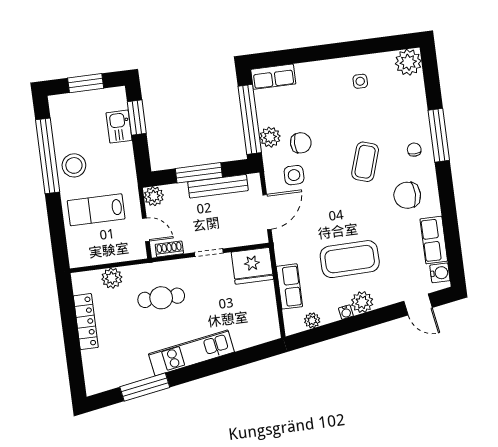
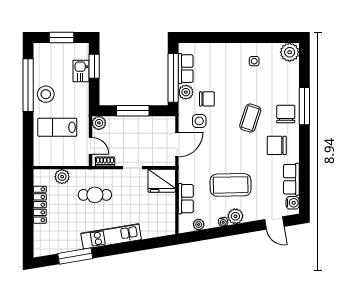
row of seats: (273, 77) -> (186, 69), moved, turned -90
chair: (414, 150) -> (286, 114), width x1.87, depth x1.87
bench: (218, 186) -> (145, 122), removed

